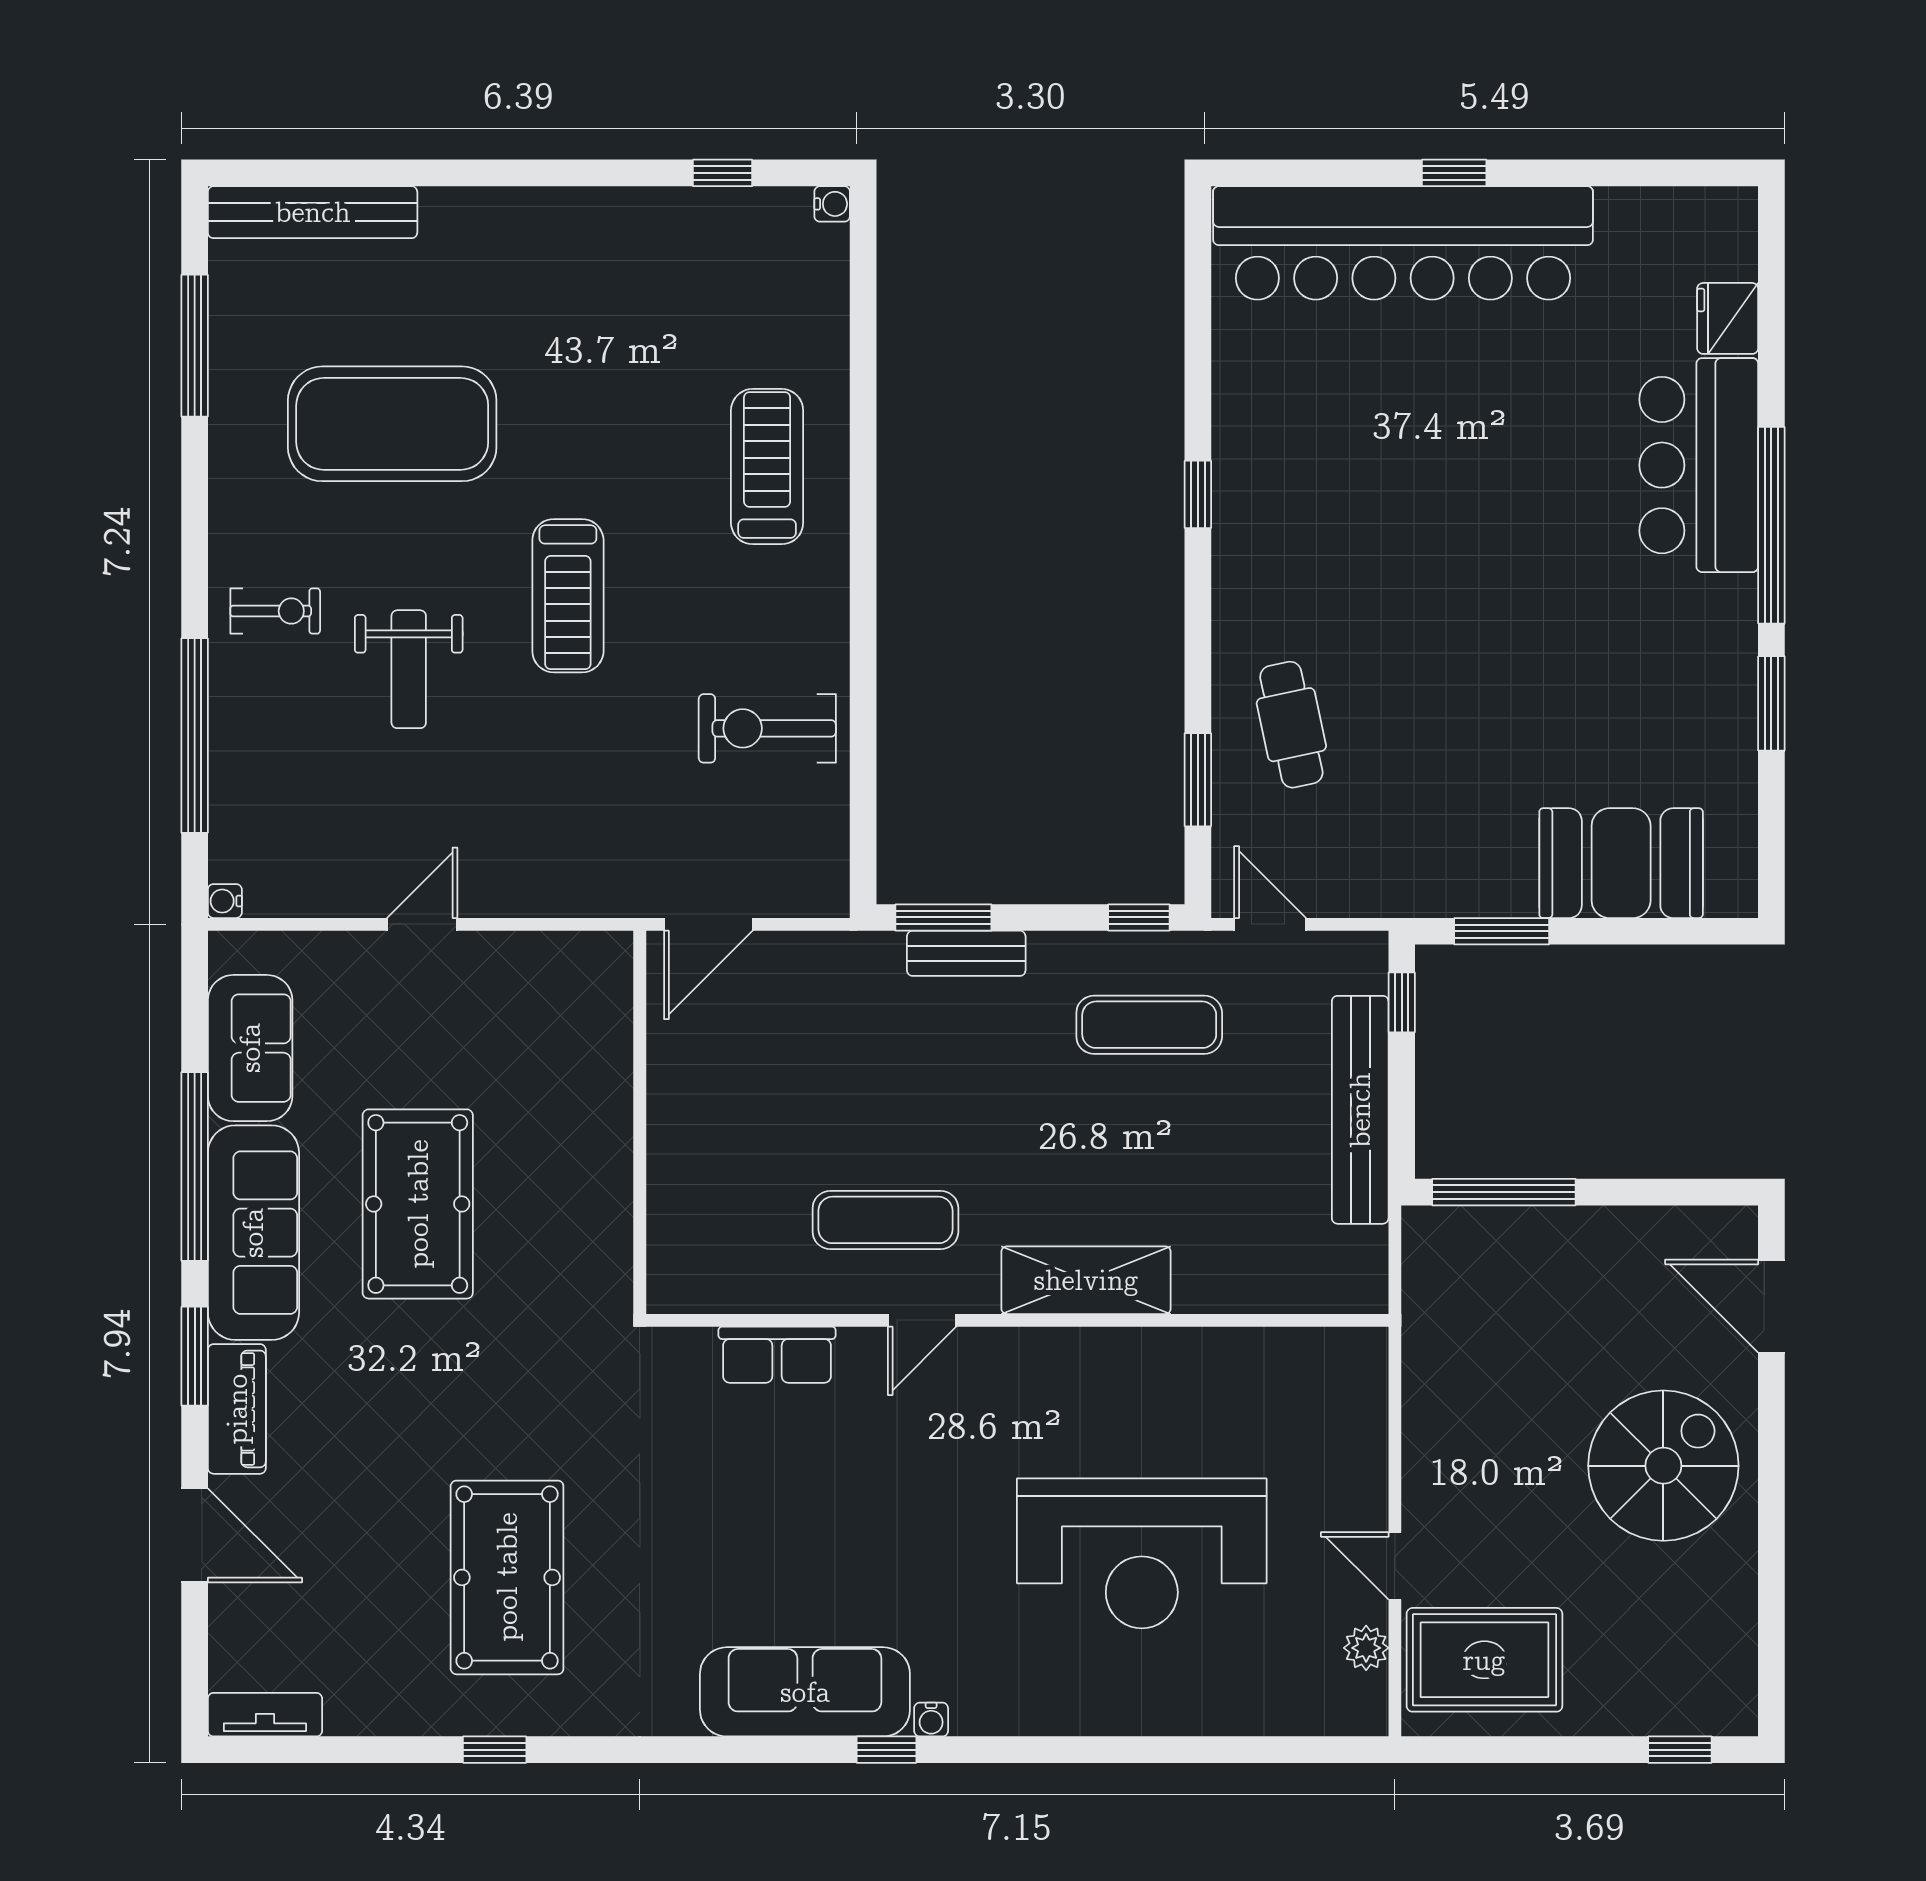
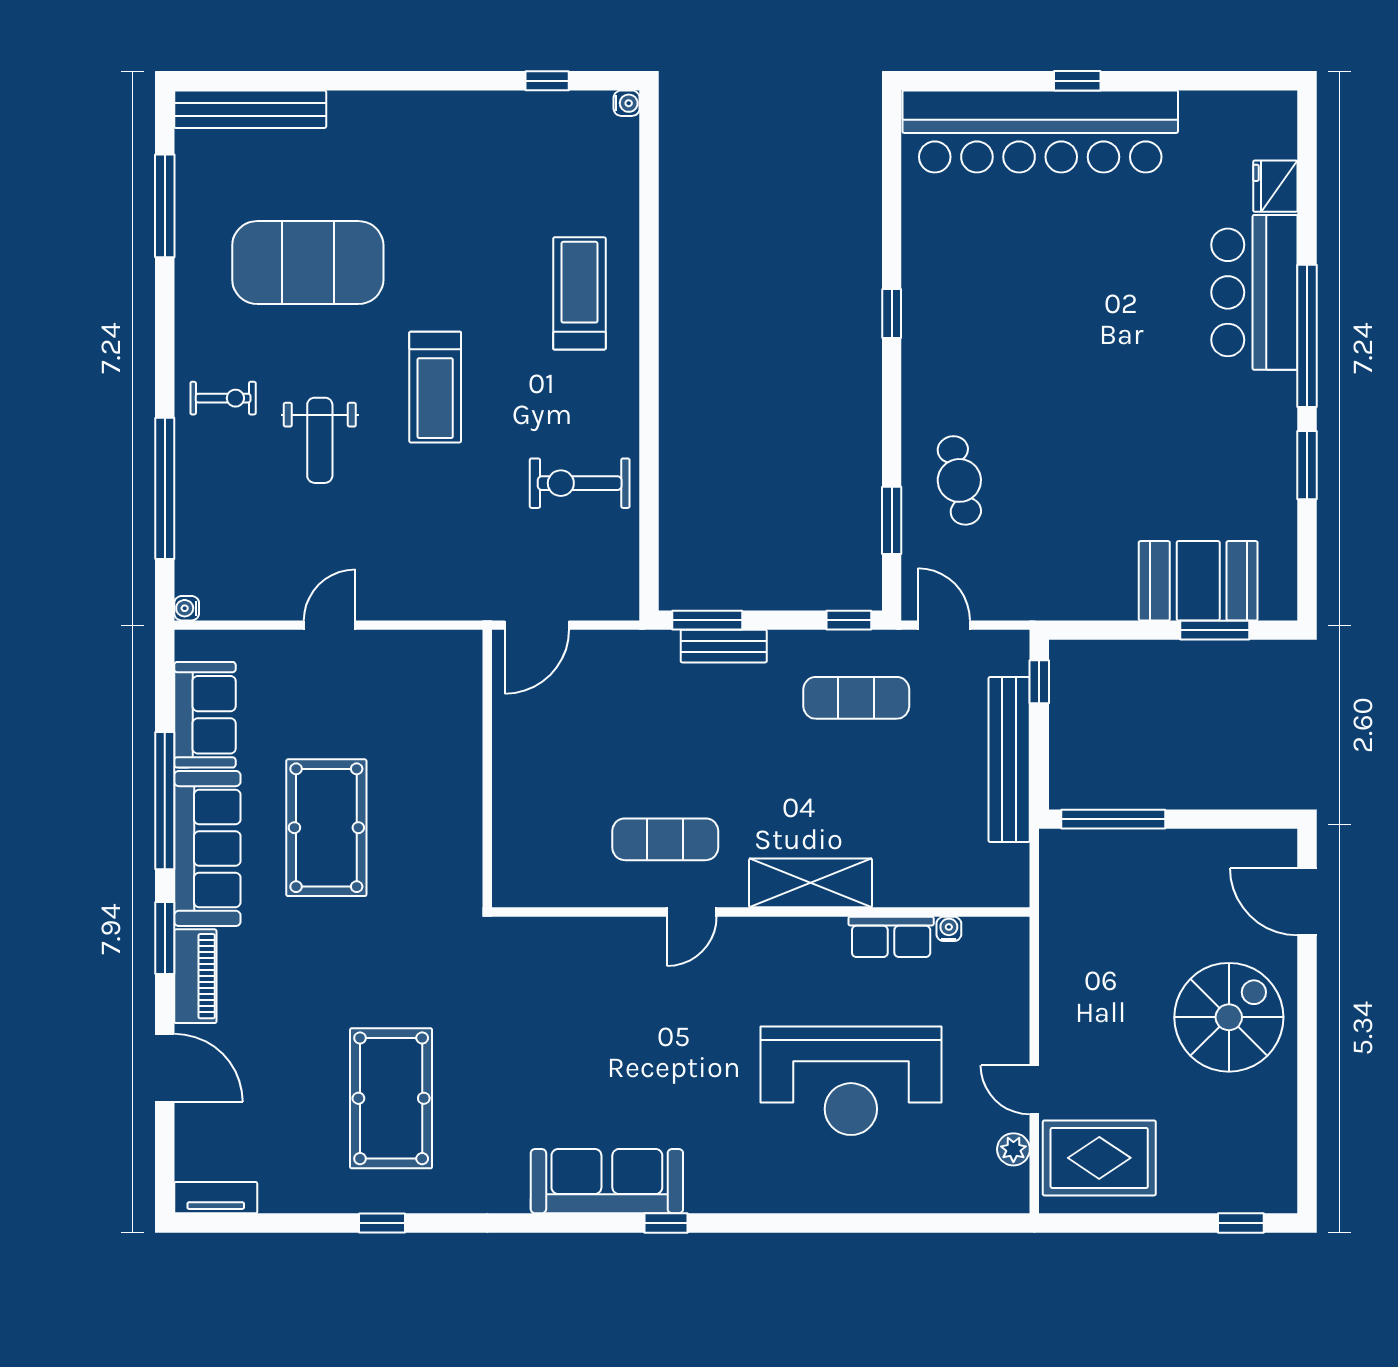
window: (1502, 931) -> (1215, 630), moved
row of seats: (777, 1355) -> (891, 937), moved
water cooler: (931, 1720) -> (949, 929), moved, turned 180

